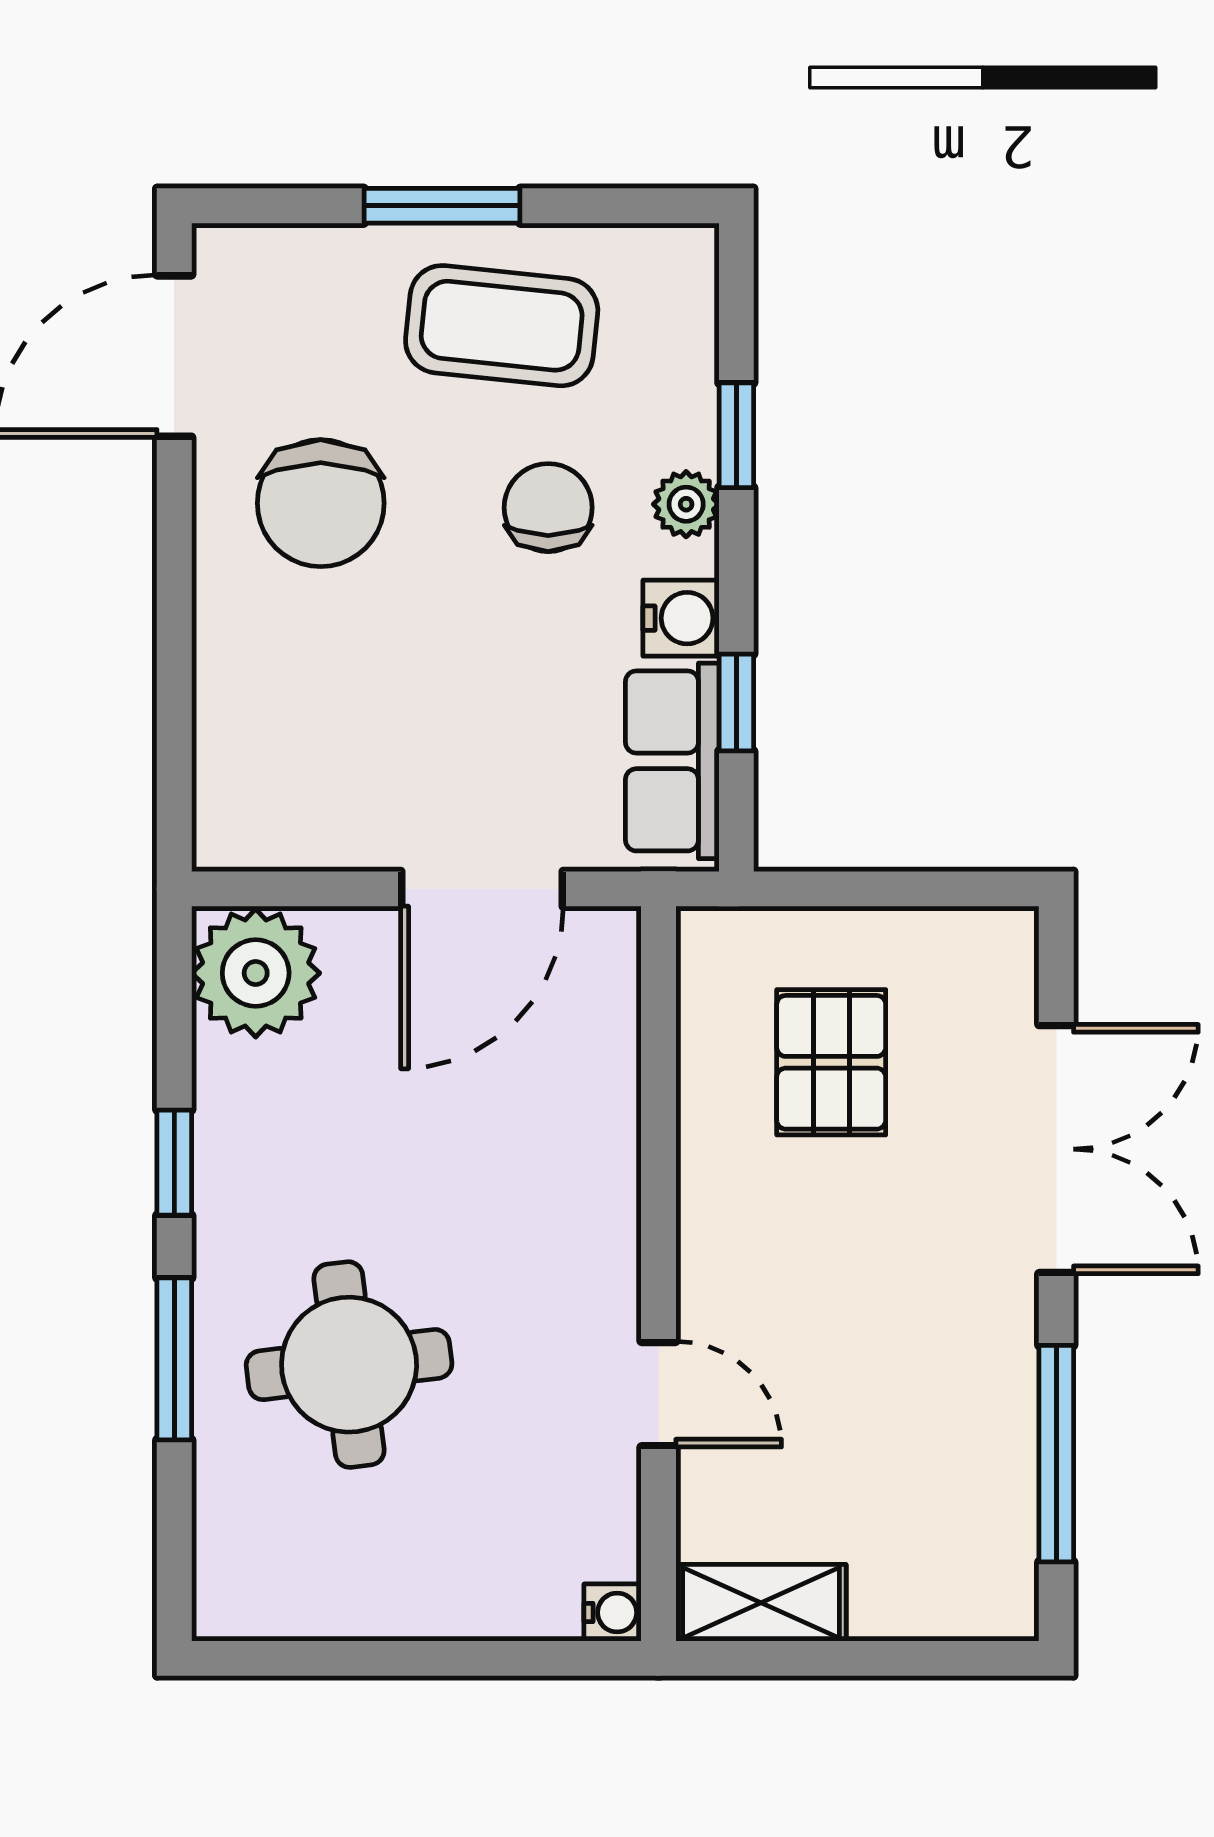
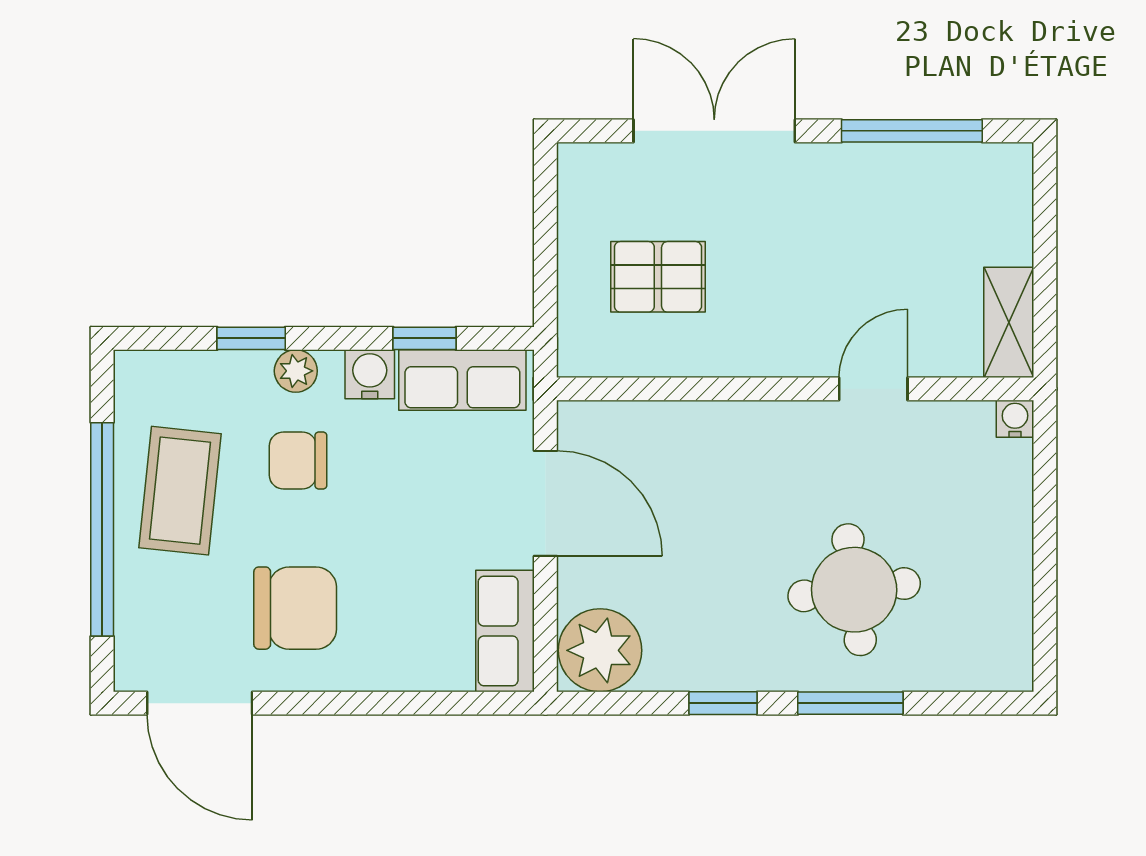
window: (442, 206) -> (102, 529), width x2.11
row of seats: (285, 827) -> (505, 631), added

